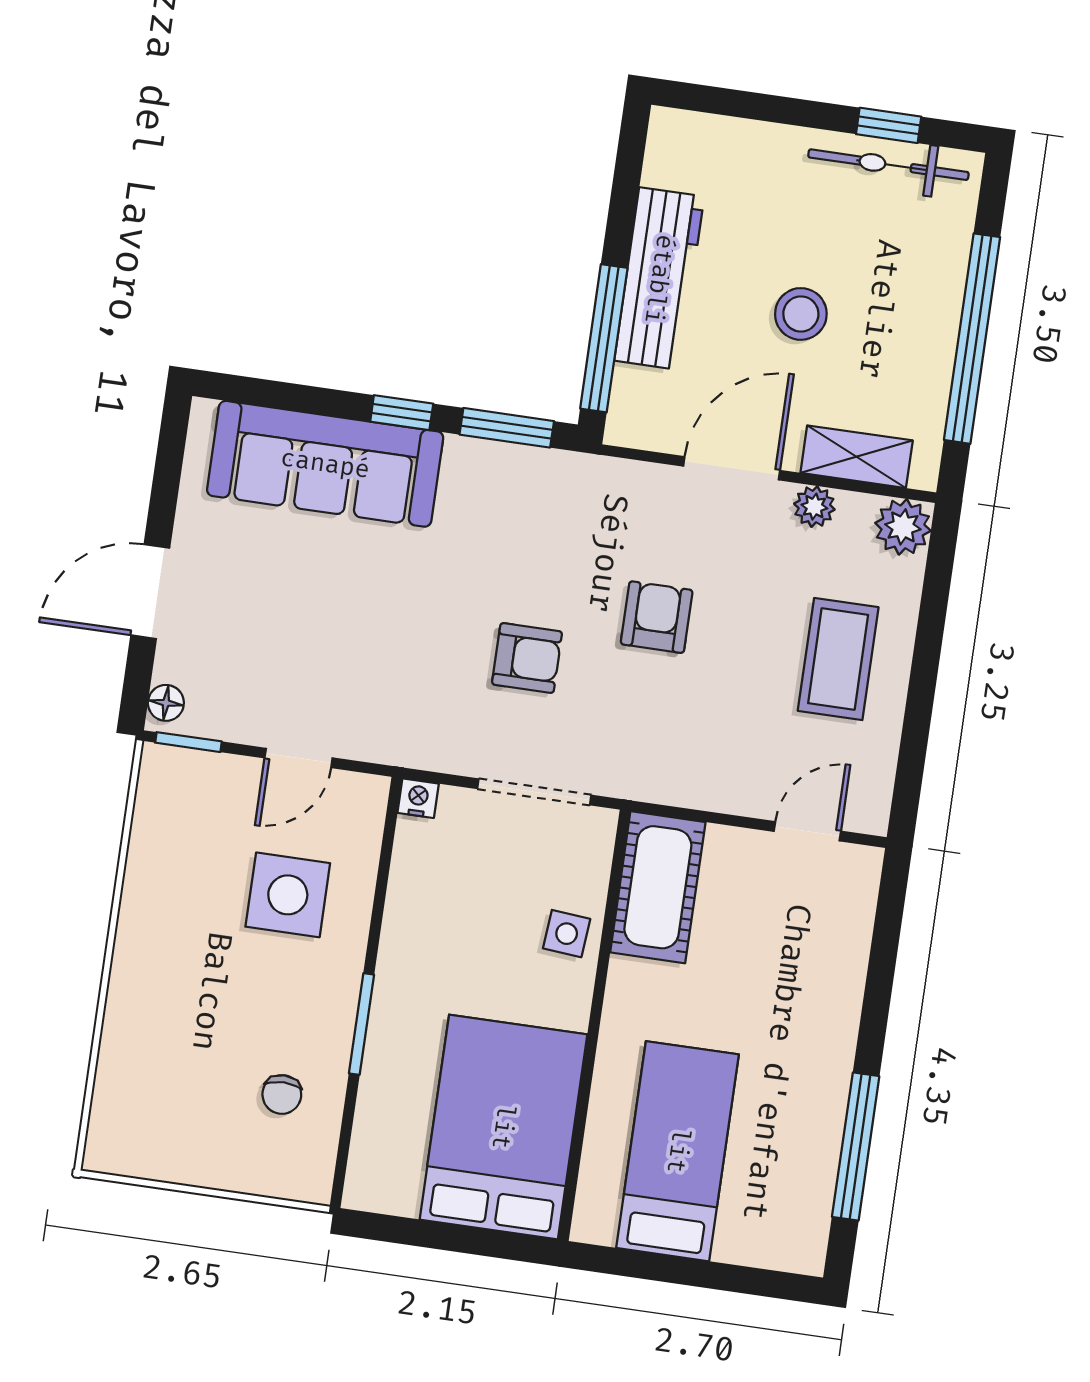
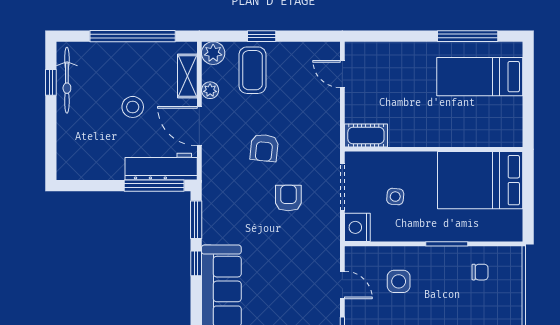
workbench: (659, 279) -> (161, 167), moved
armchair: (657, 617) -> (264, 148), turned -84
window: (927, 650) -> (262, 36), added
coffee table: (838, 659) -> (252, 70), moved, turned 90
nightstand: (418, 798) -> (357, 227), width x1.89, depth x1.79
cot: (658, 887) -> (366, 135), width x0.73, depth x0.75
side table: (288, 895) -> (399, 281), width x0.73, depth x0.73
side table: (567, 934) -> (395, 197), moved
bed: (678, 1151) -> (480, 77), moved

